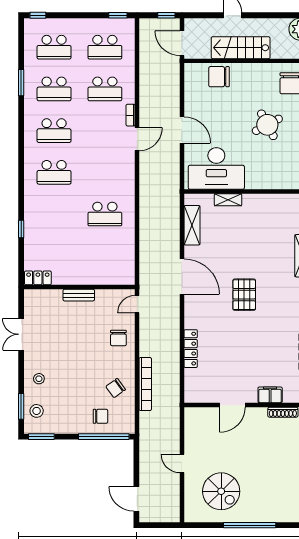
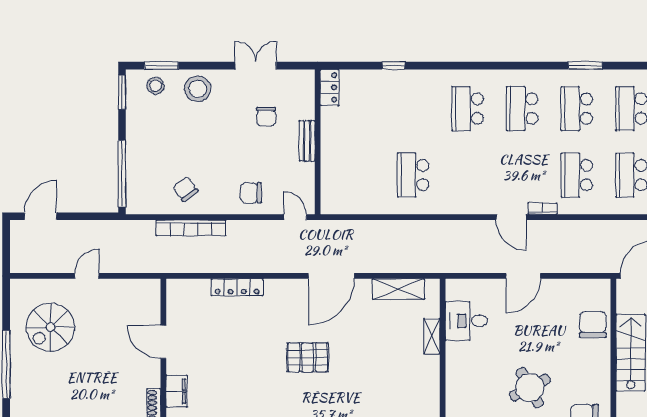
desk: (216, 168) -> (466, 321), width x0.53, depth x0.77
stool: (39, 379) -> (198, 89), width x1.89, depth x1.89
chair: (100, 416) -> (266, 116), moved

